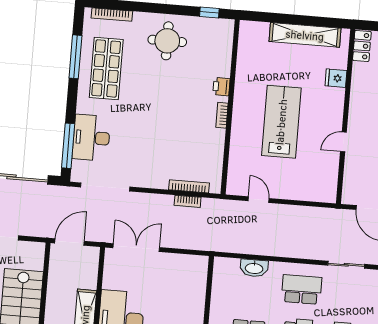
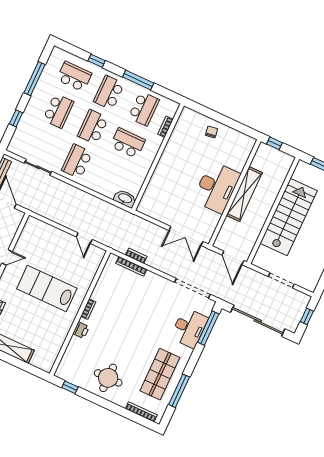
lab bench: (281, 122) -> (47, 289), turned 90
door: (69, 242) -> (233, 258), hinge flipped
washbasin: (254, 268) -> (125, 199), moved
school desk: (301, 289) -> (77, 161), turned 90

